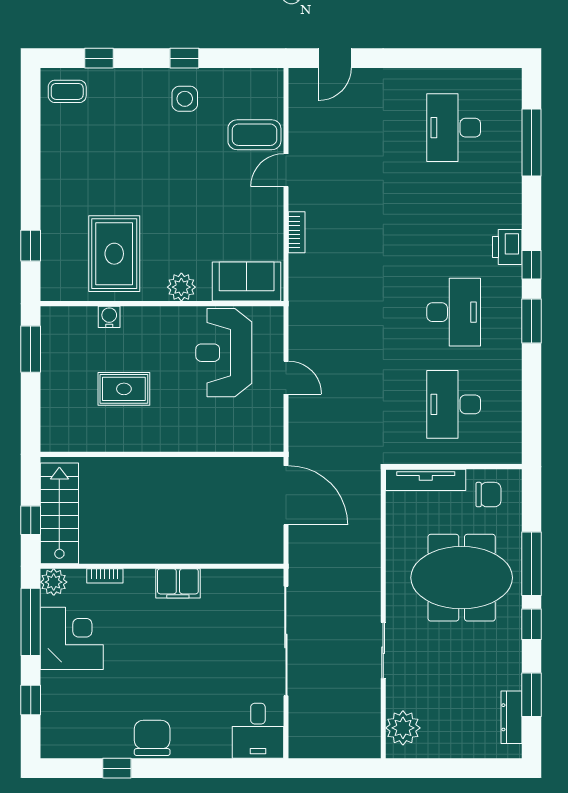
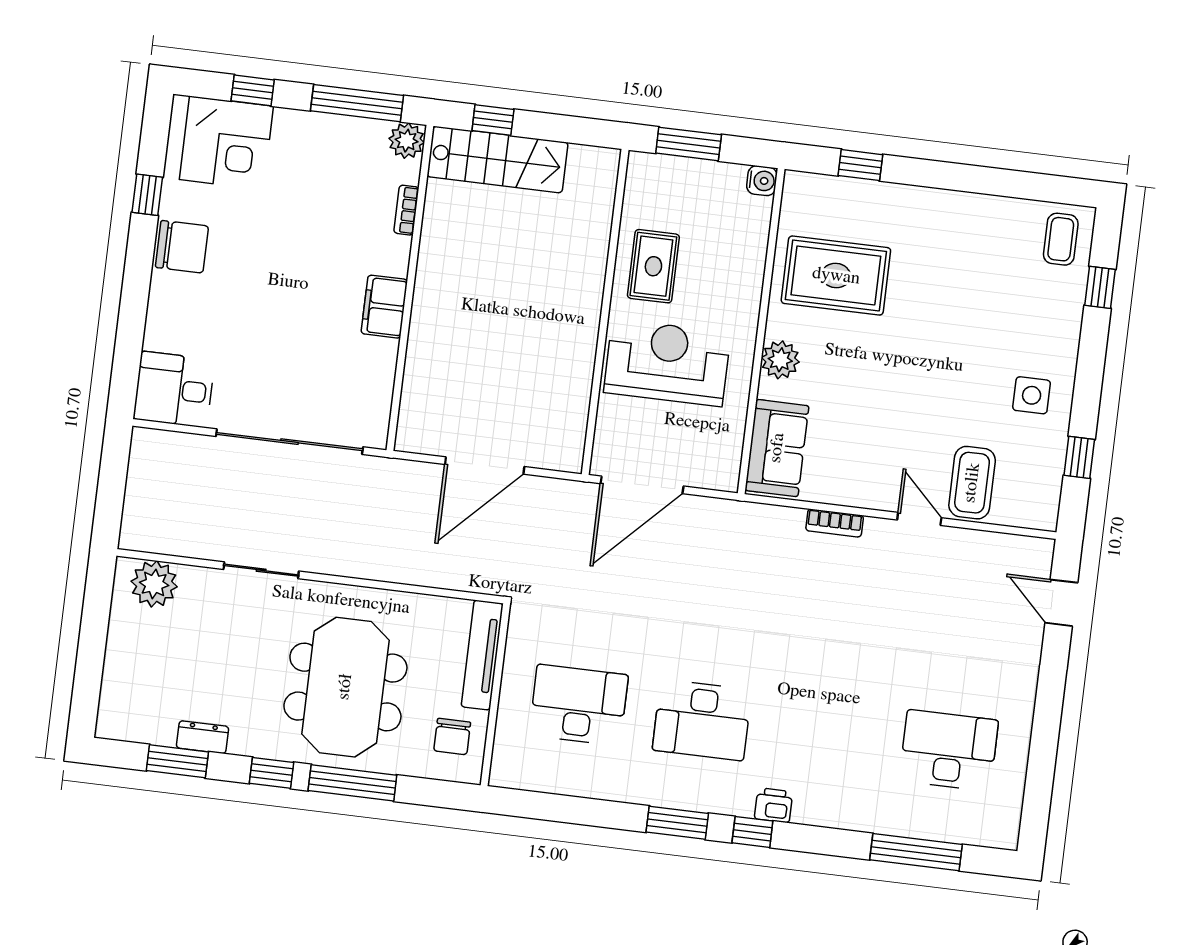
window: (184, 58) -> (1079, 457), moved
printer: (507, 247) -> (774, 805), width x0.73, depth x0.81
water cooler: (109, 317) -> (762, 181), moved
window: (31, 349) -> (689, 144), moved
reception desk: (224, 353) -> (667, 363), moved
door: (286, 378) -> (642, 485), width x1.87
wall: (162, 454) -> (605, 312), moved
corner desk: (72, 638) -> (226, 143), moved
dresser: (511, 717) -> (202, 737), moved, width x0.70

